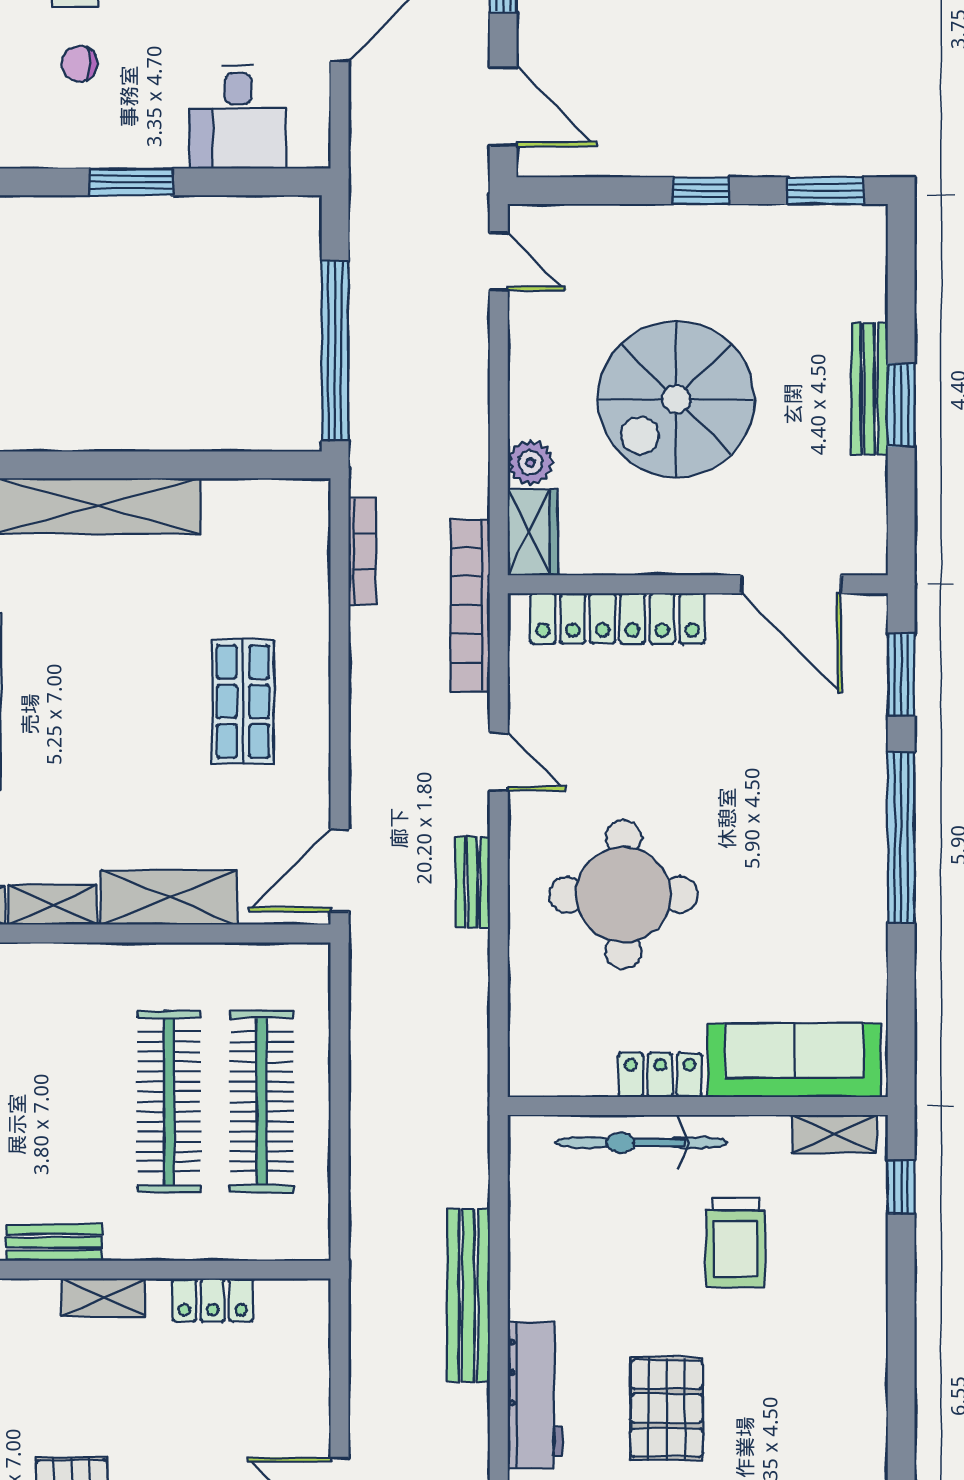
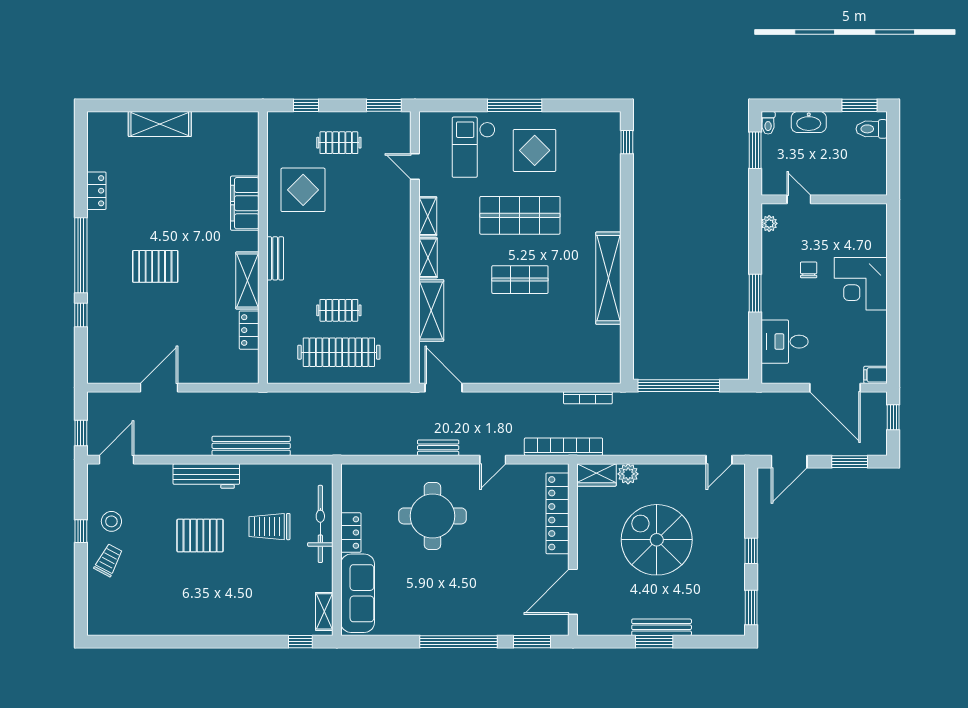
shop shelf: (243, 701) -> (520, 280), moved
clothes rail: (169, 1102) -> (339, 310), width x0.54, depth x0.76
trolley: (735, 1243) -> (269, 527), moved
shelving: (103, 1298) -> (247, 281), width x1.50, depth x1.33

